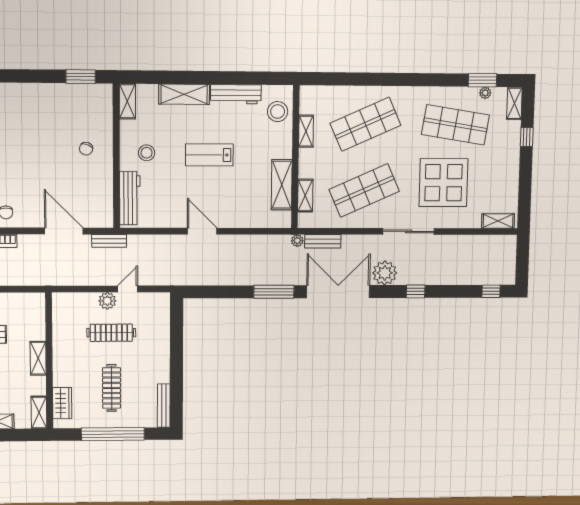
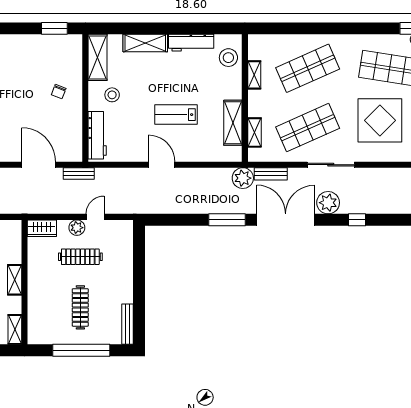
shelving: (127, 101) -> (98, 57), width x1.50, depth x1.33
lab bench: (209, 155) -> (176, 115), moved
sliding door: (409, 231) -> (331, 165), moved
plant: (297, 241) -> (243, 178), width x1.87, depth x1.87
wardrobe: (62, 403) -> (42, 228), moved, turned 90

